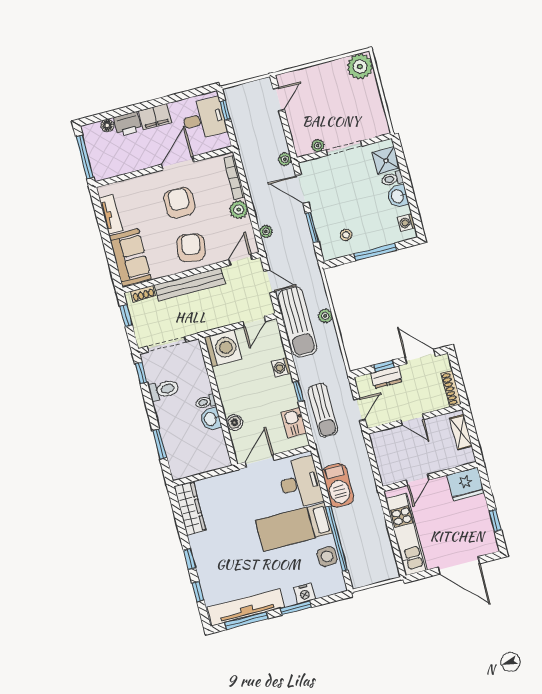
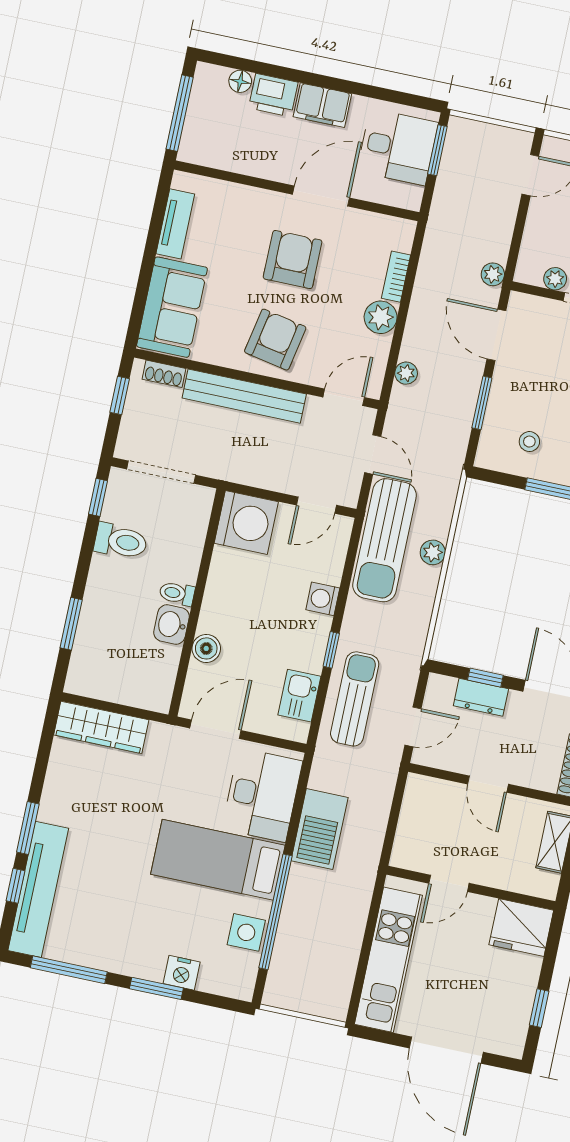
window: (225, 110) -> (437, 150), width x1.50
bookcase: (234, 177) -> (396, 277), width x0.64
sun lounger: (323, 410) -> (355, 699), turned 180
wardrobe: (190, 508) -> (101, 727), moved, turned 90
window: (189, 559) -> (28, 828), width x1.50
tv unit: (246, 607) -> (38, 889), moved, turned 90

